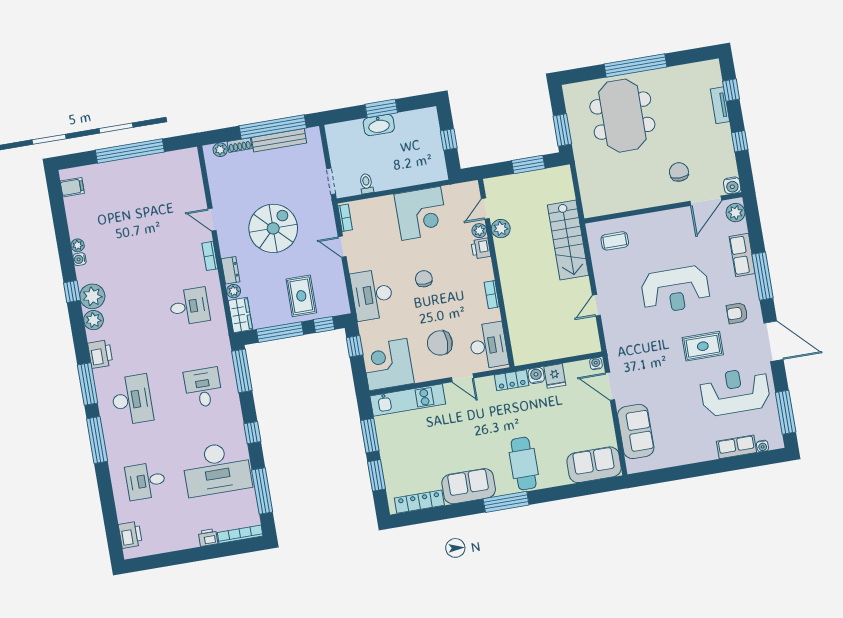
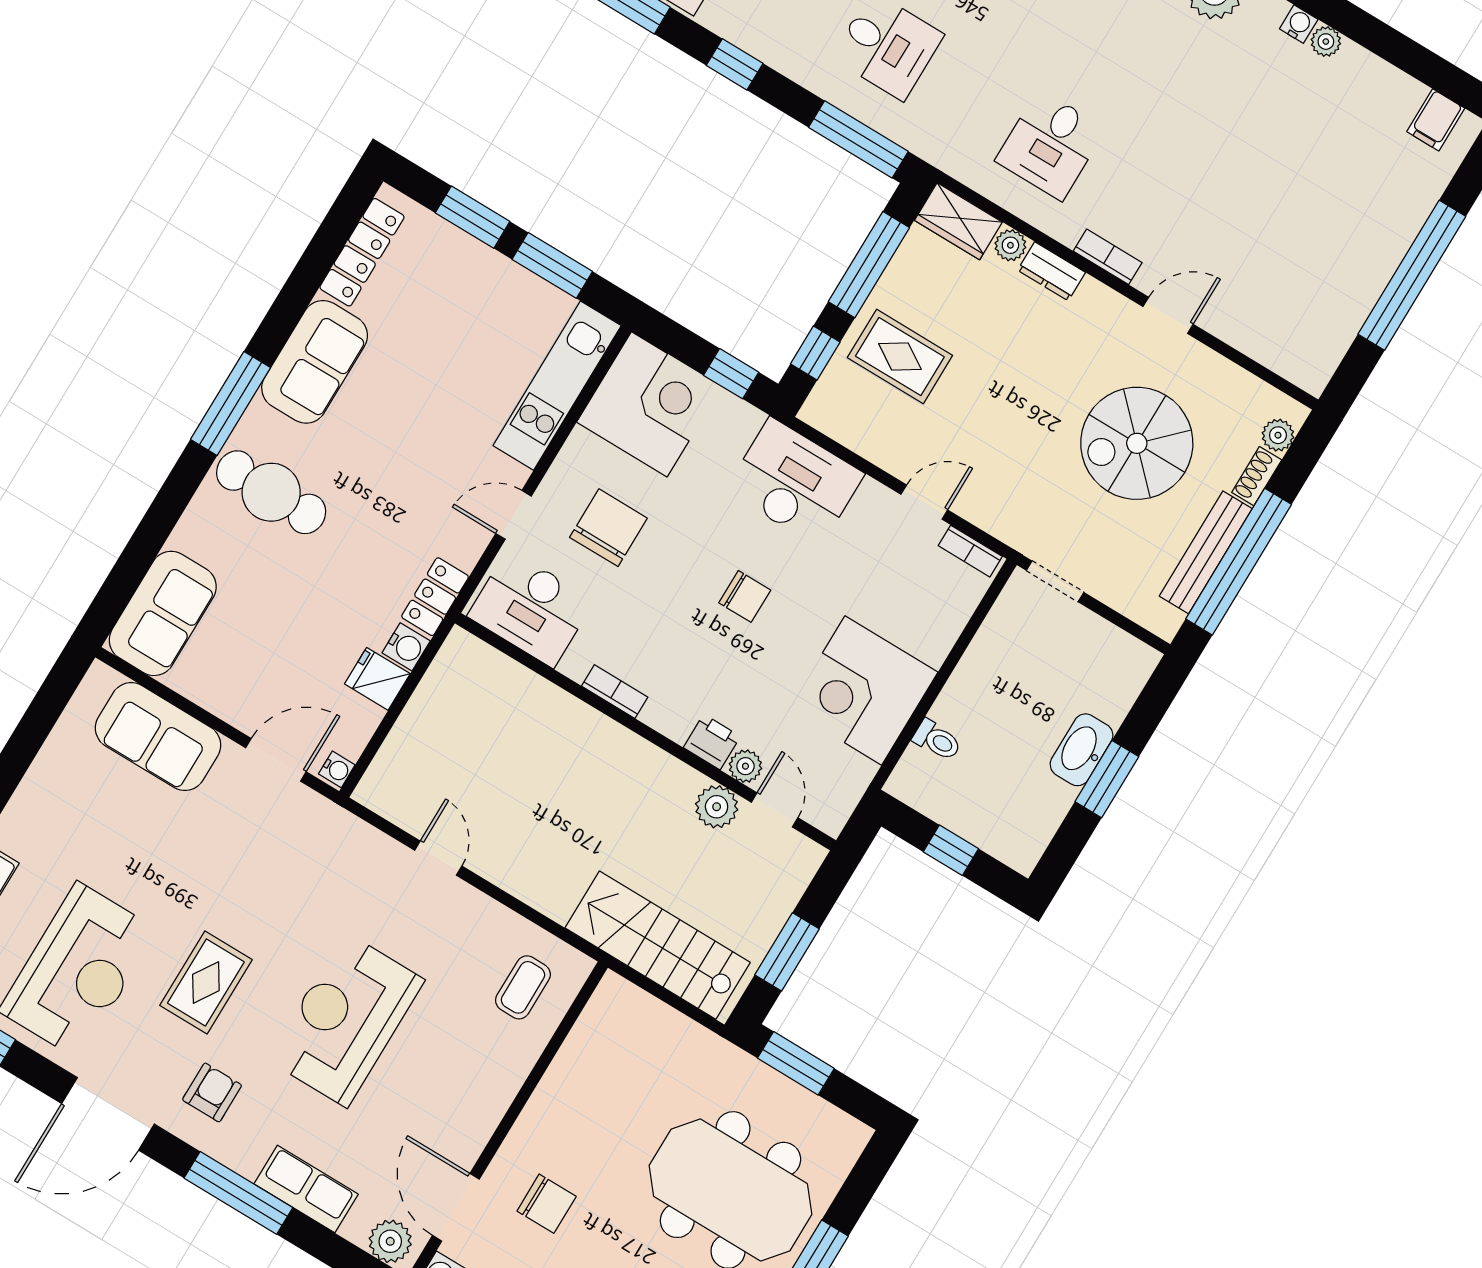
toilet: (366, 184) -> (937, 740), moved
spiral stairs: (273, 228) -> (1137, 443), moved, turned 90
stairs: (568, 240) -> (658, 945), moved

